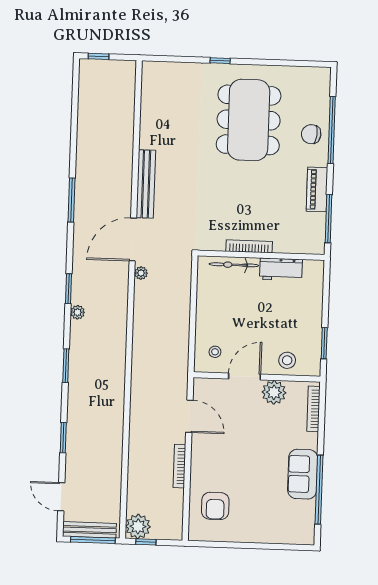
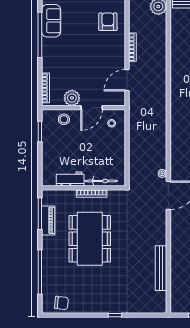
dining table: (249, 120) -> (90, 239), moved
chair: (311, 134) -> (61, 303), moved
bench: (146, 184) -> (161, 268), moved
piano: (317, 189) -> (48, 220), moved
door: (189, 416) -> (127, 80), hinge flipped
sofa: (303, 474) -> (51, 21), moved

